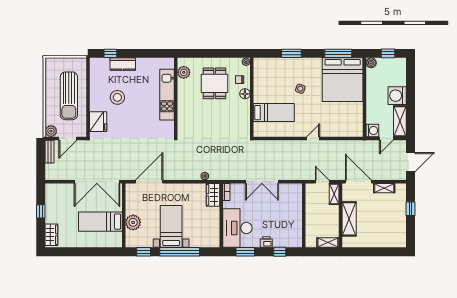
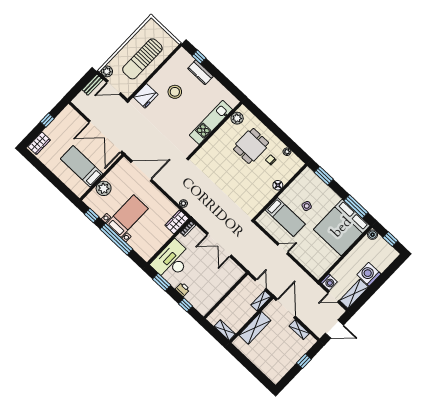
floor lamp: (245, 94) -> (278, 185), moved
wall: (252, 97) -> (280, 192), moved
bed: (274, 113) -> (285, 217), moved

